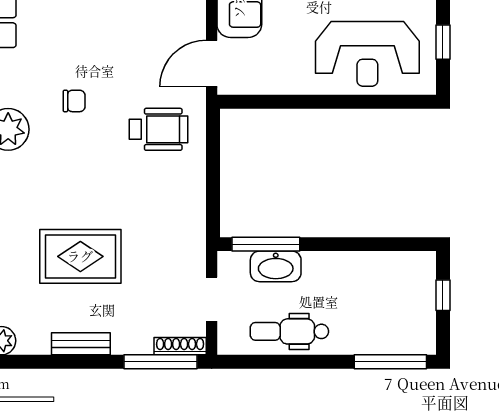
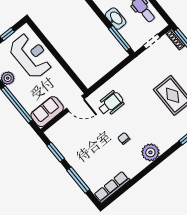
wheelchair: (159, 129) -> (111, 104), turned 90
washbasin: (276, 266) -> (116, 19), moved

